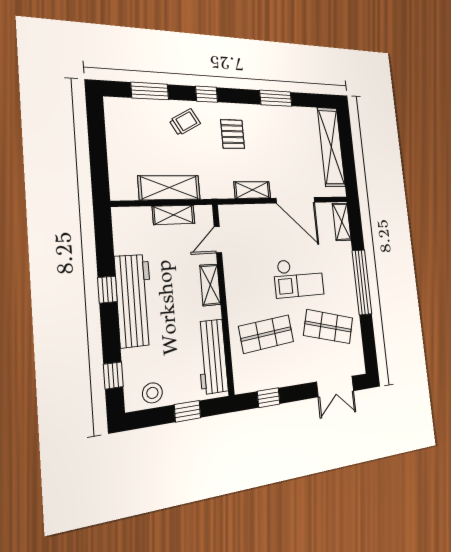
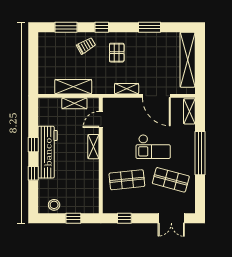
workbench: (212, 357) -> (91, 189), removed
window: (113, 375) -> (33, 173), moved

